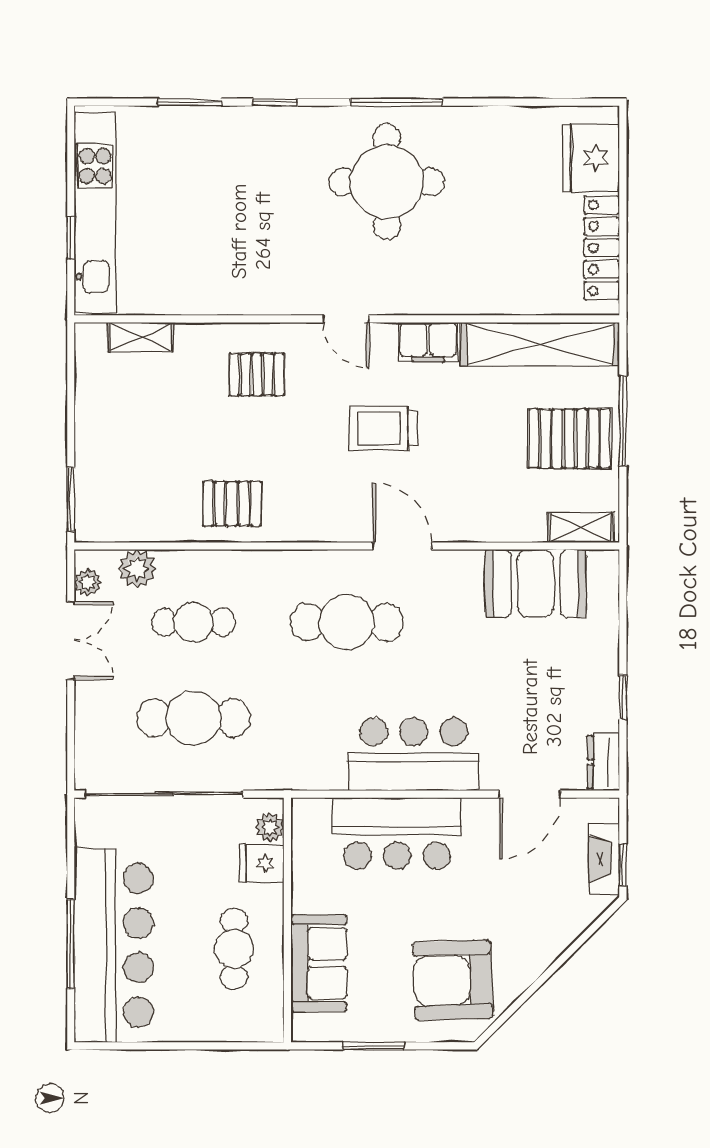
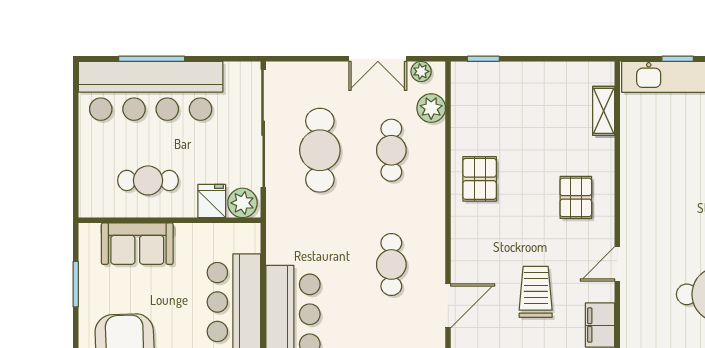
window: (71, 499) -> (483, 59), width x0.67
cafe table: (347, 622) -> (391, 265), width x0.73, depth x0.74
plant: (270, 827) -> (242, 203), width x1.38, depth x1.38

